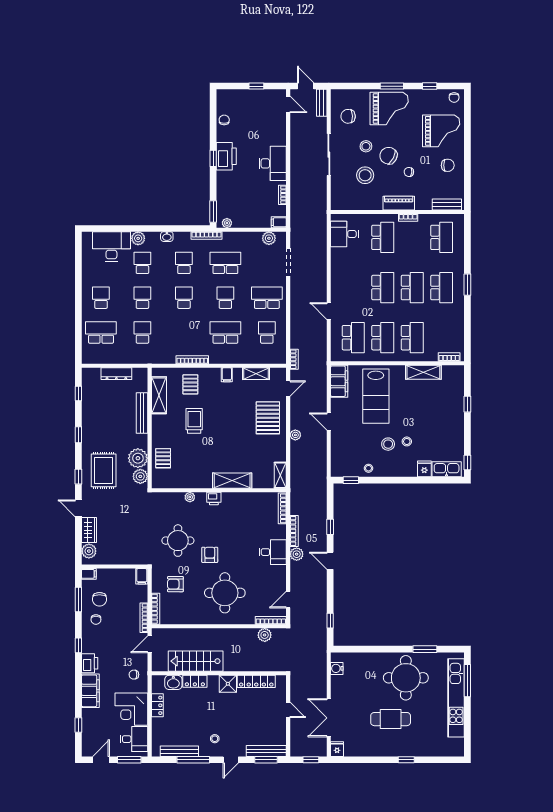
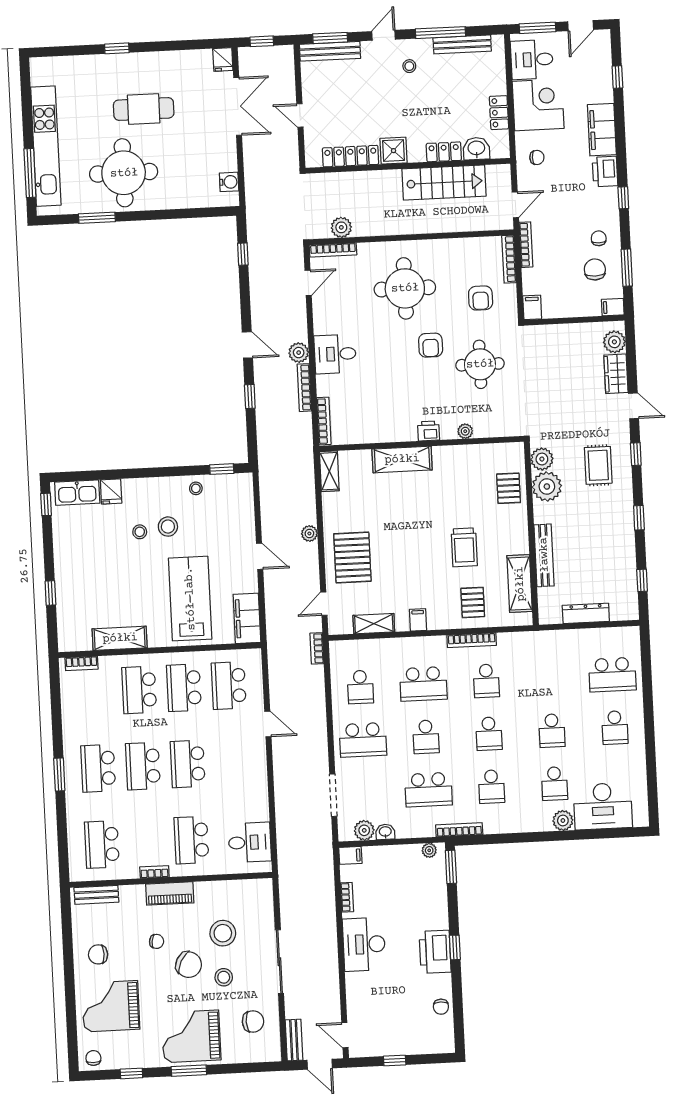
washbasin: (167, 237) -> (385, 832), moved
school desk: (142, 333) -> (486, 681), moved
rug: (104, 470) -> (598, 465), width x0.73, depth x0.70
armchair: (175, 584) -> (481, 298), turned 90

